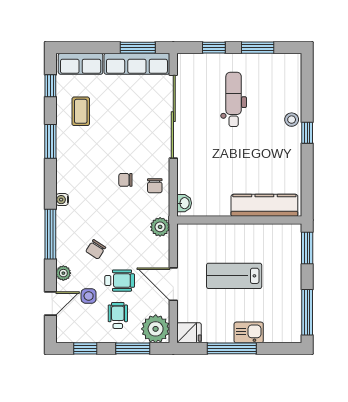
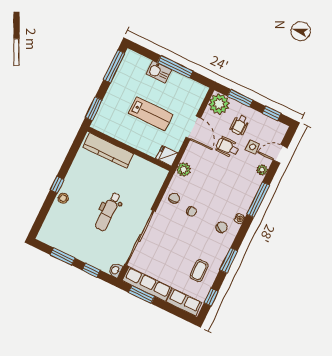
dental chair: (234, 99) -> (108, 212), moved
washbasin: (184, 203) -> (115, 270), moved
chair: (96, 249) -> (222, 227), moved
fridge: (189, 333) -> (167, 156), moved

